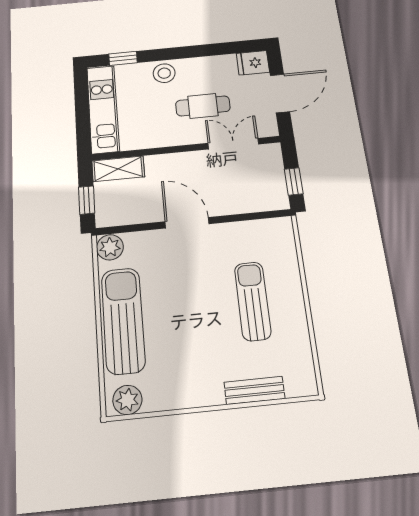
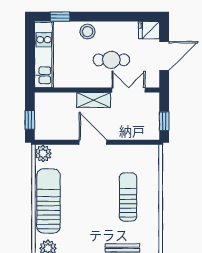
shelving: (118, 169) -> (94, 100), moved

